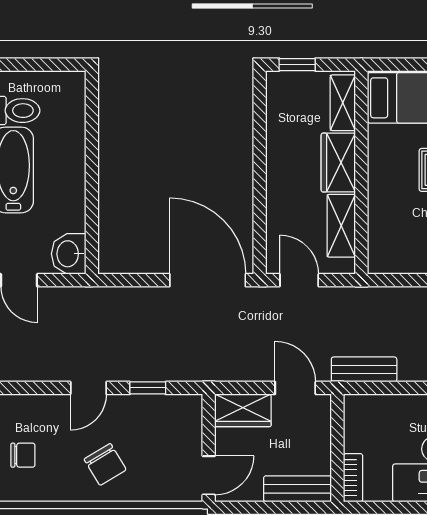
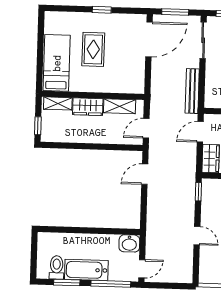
door: (208, 280) -> (145, 174), width x0.53
bench: (364, 369) -> (192, 91), width x1.36
window: (148, 388) -> (198, 192), moved

